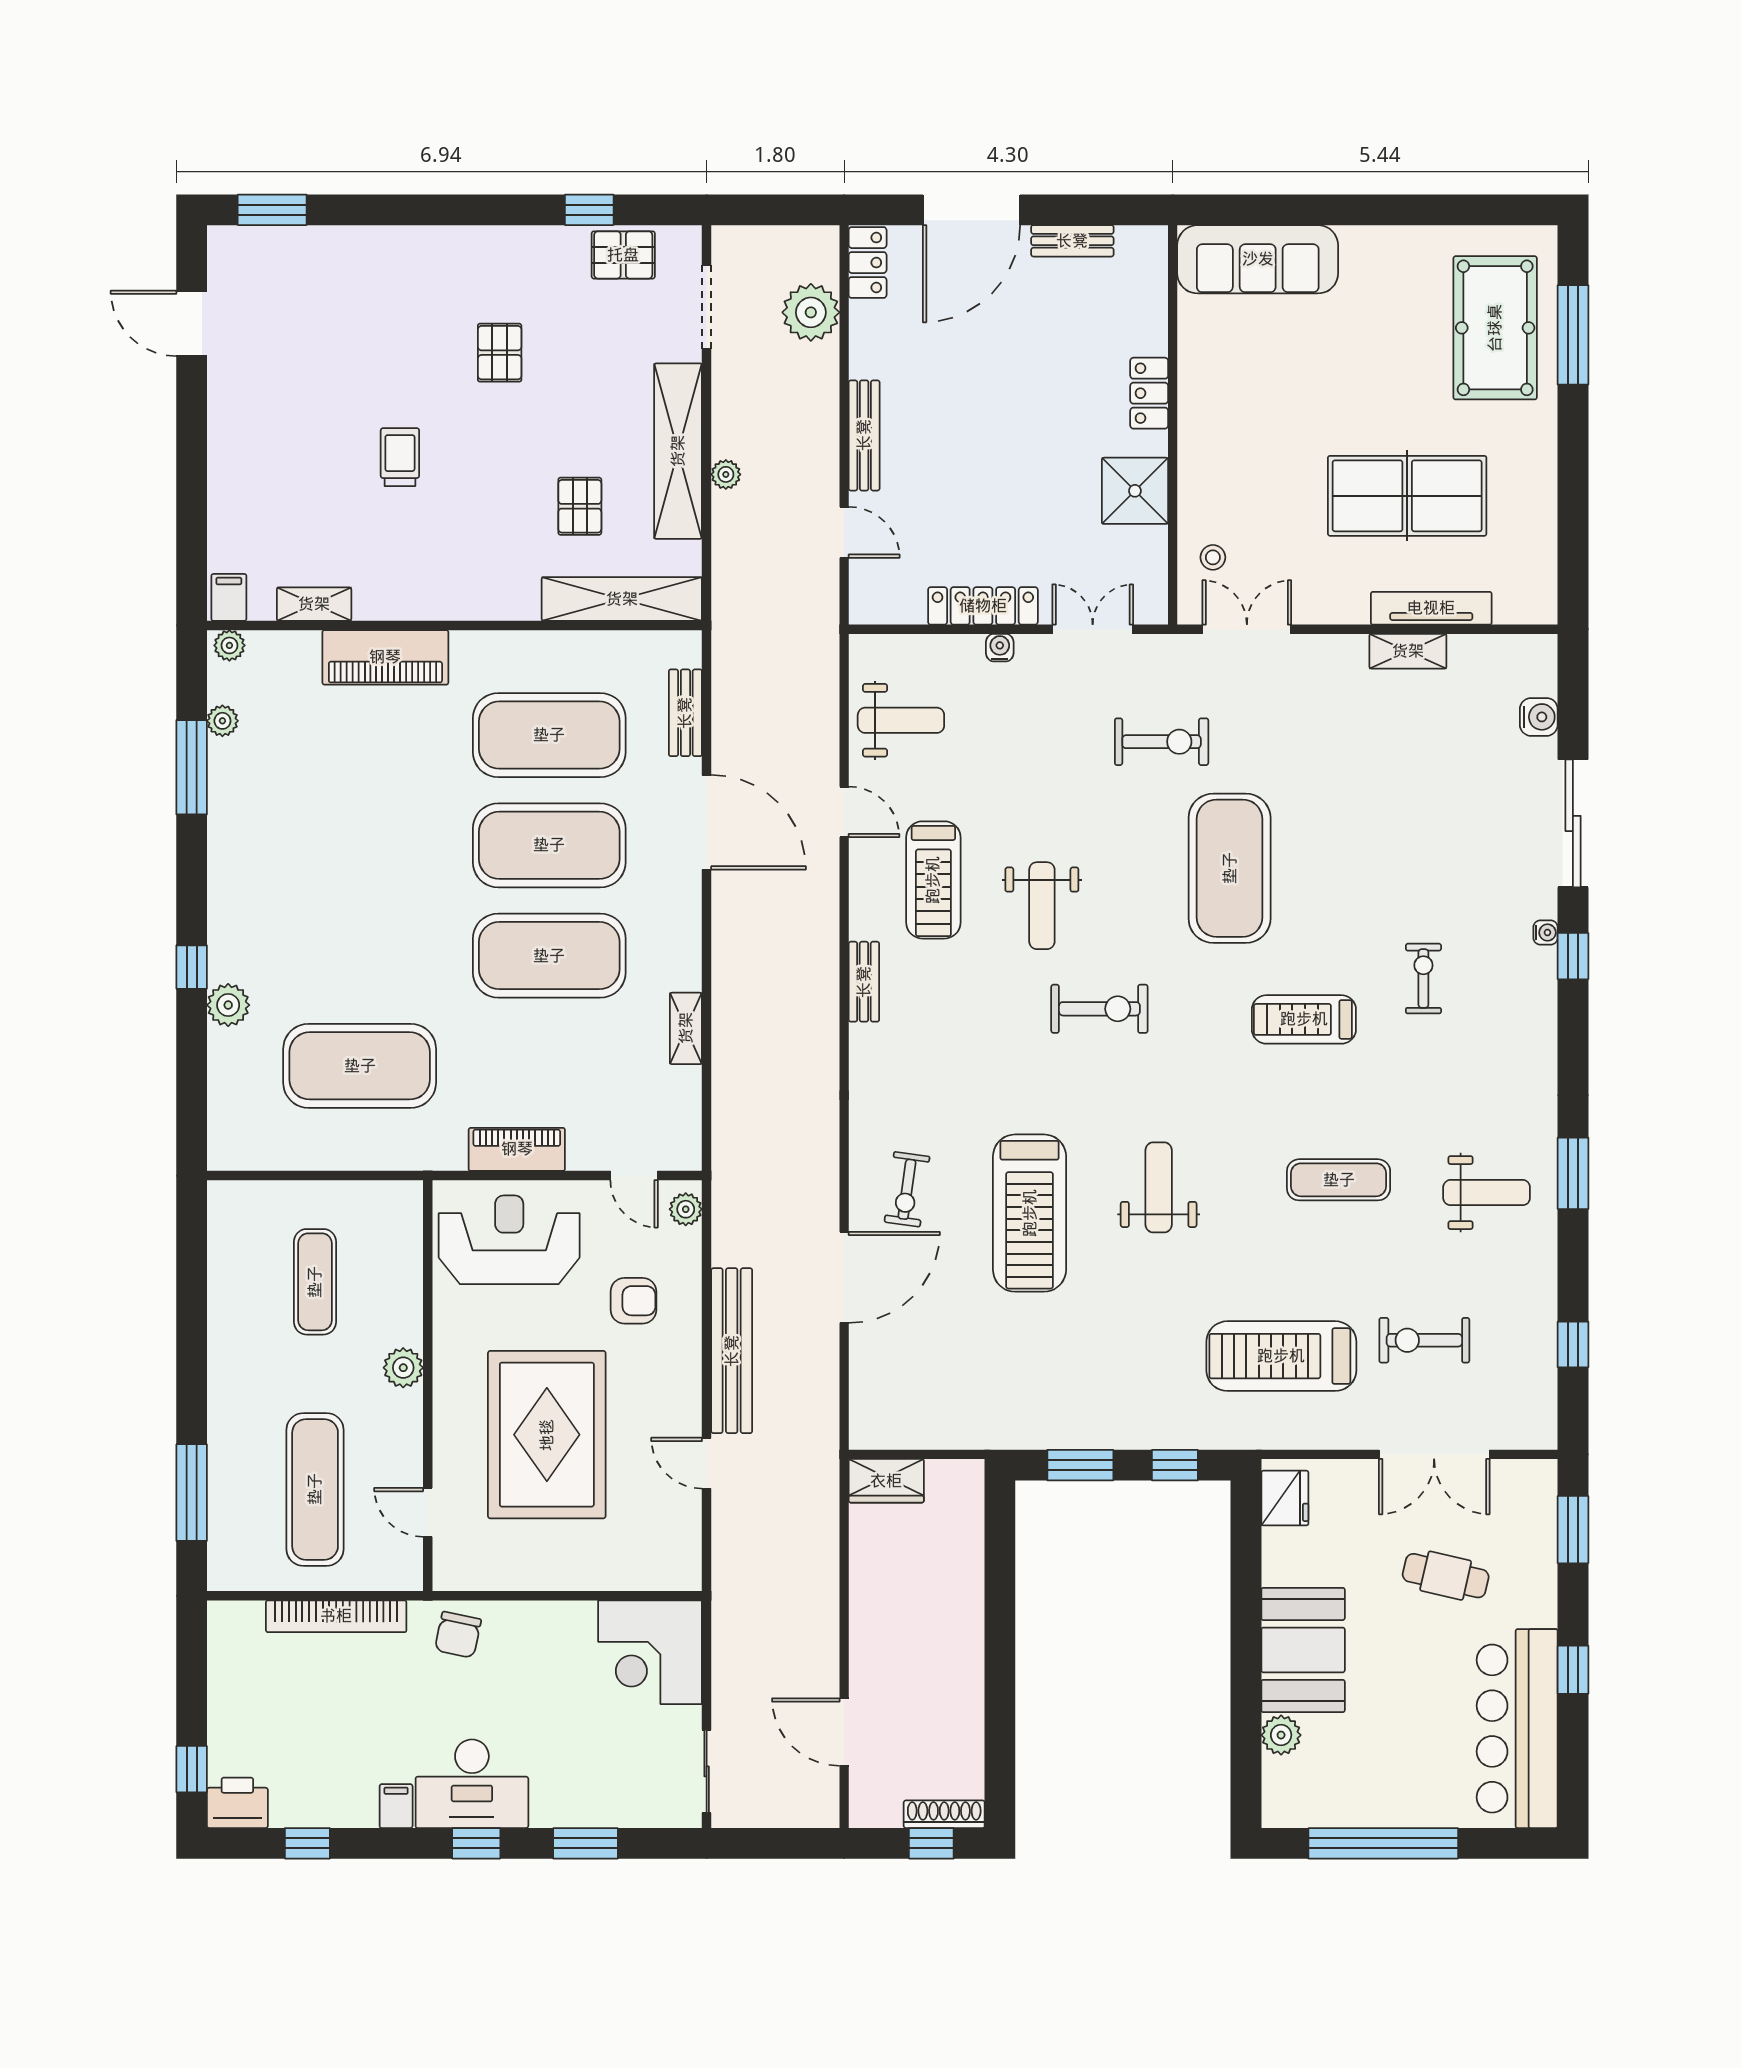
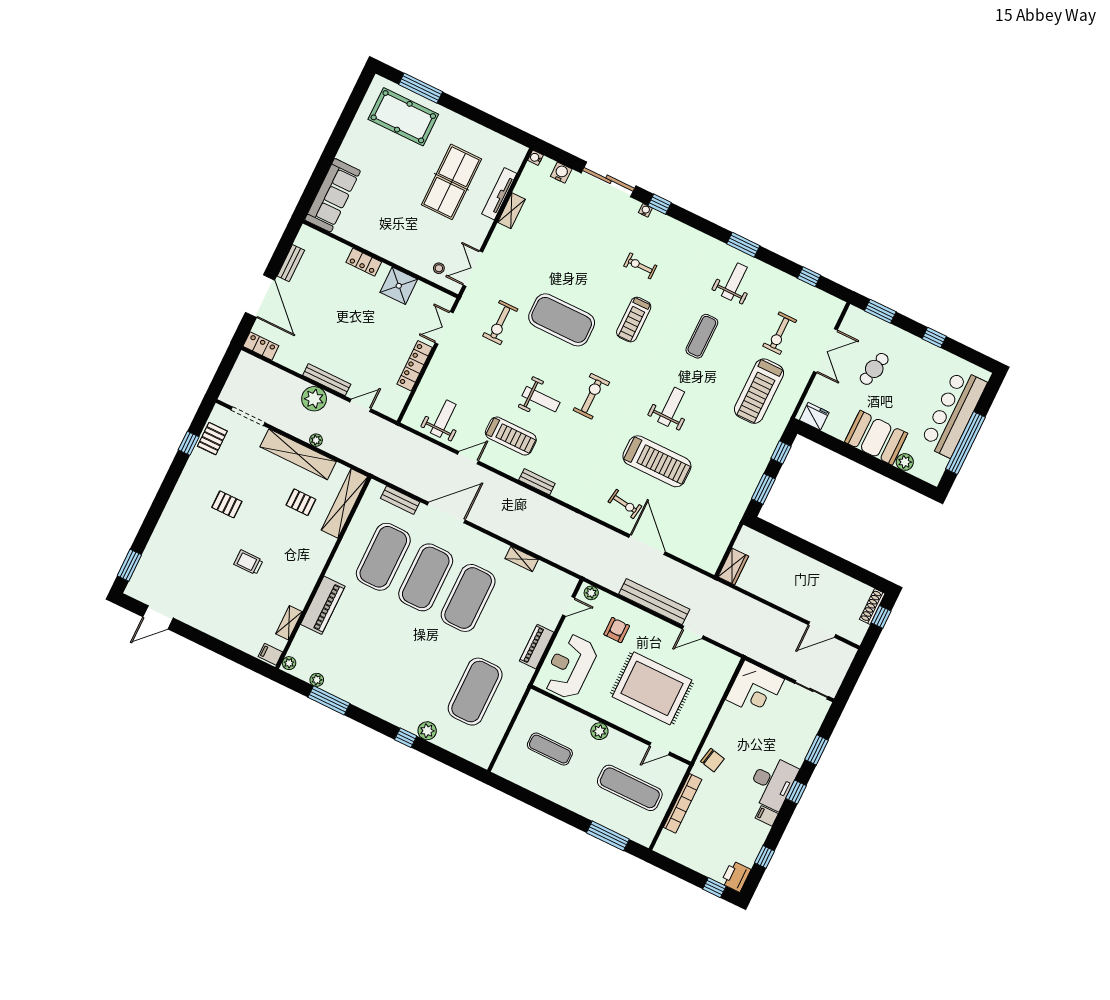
plant: (811, 312) -> (314, 399), moved
water cooler: (1000, 648) -> (535, 158), moved
exercise bike: (1162, 742) -> (500, 322), turned 180
weight bench: (1159, 1187) -> (671, 407), turned 90
bar counter: (1517, 1729) -> (954, 413), moved, turned 90

